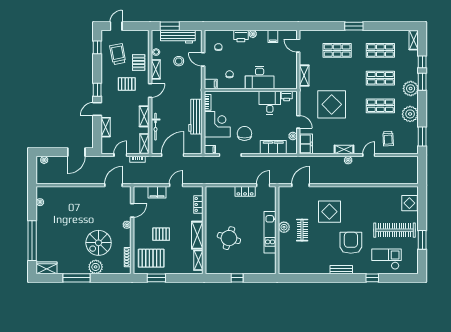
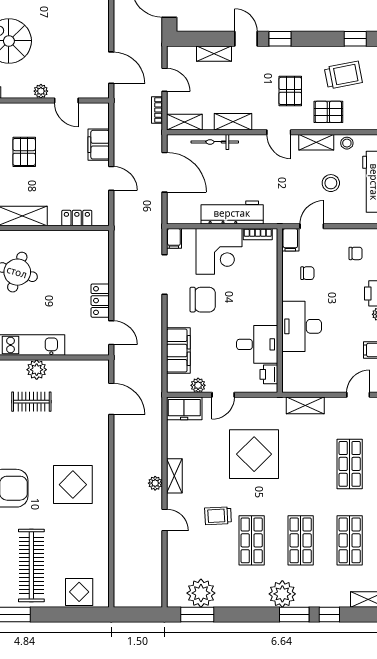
door: (203, 59) -> (312, 226), moved
plant: (410, 114) -> (201, 593), moved
trolley: (388, 139) -> (218, 516), moved
display table: (329, 212) -> (73, 485), moved

